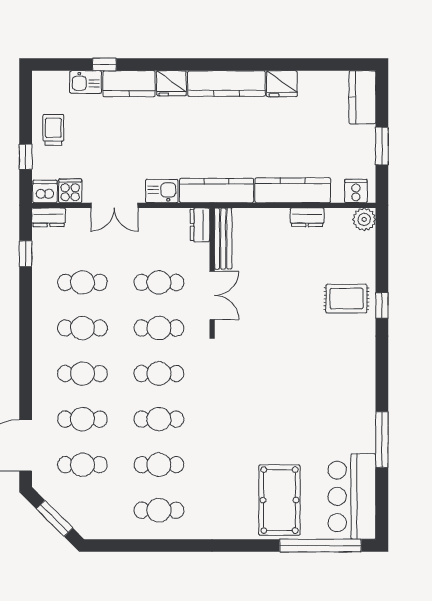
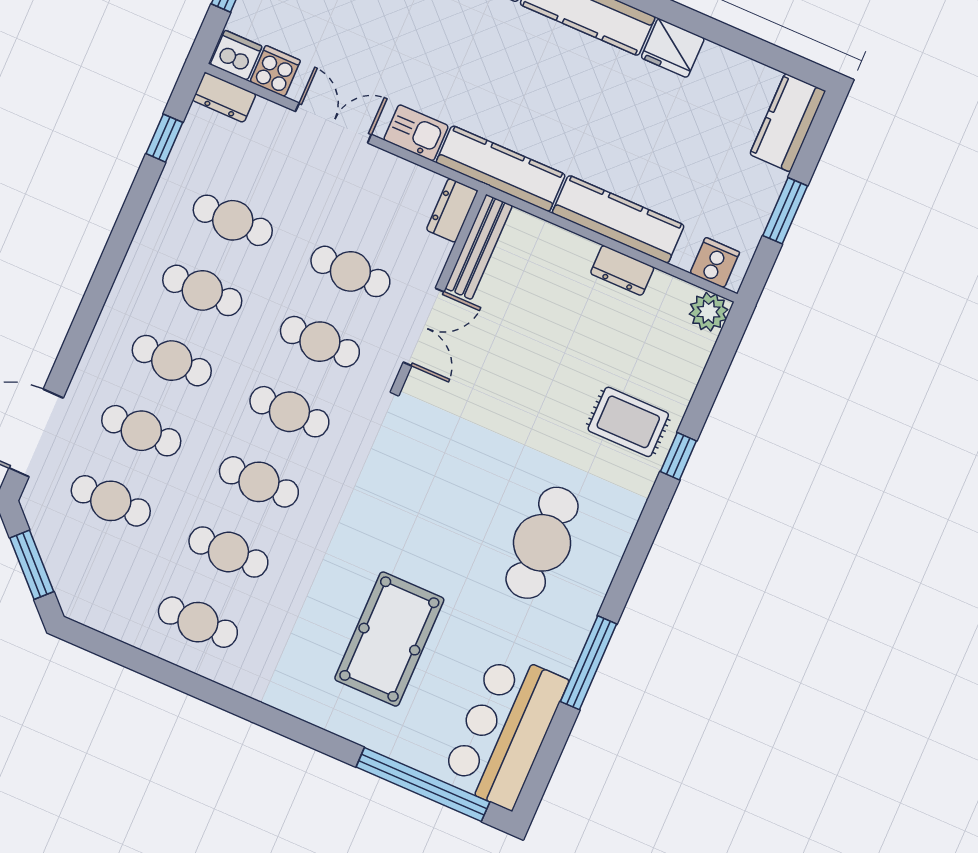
double door: (114, 205) -> (333, 123), swing flipped
cafe table: (328, 385) -> (542, 543), added
pool table: (280, 500) -> (389, 639), moved

